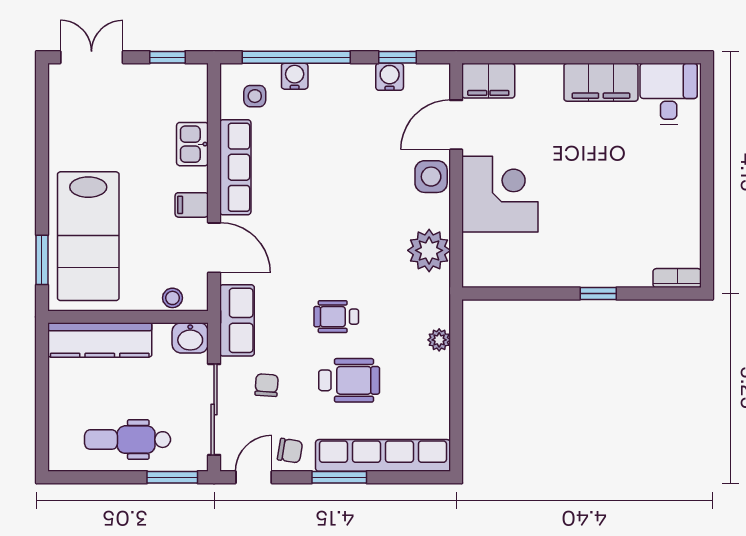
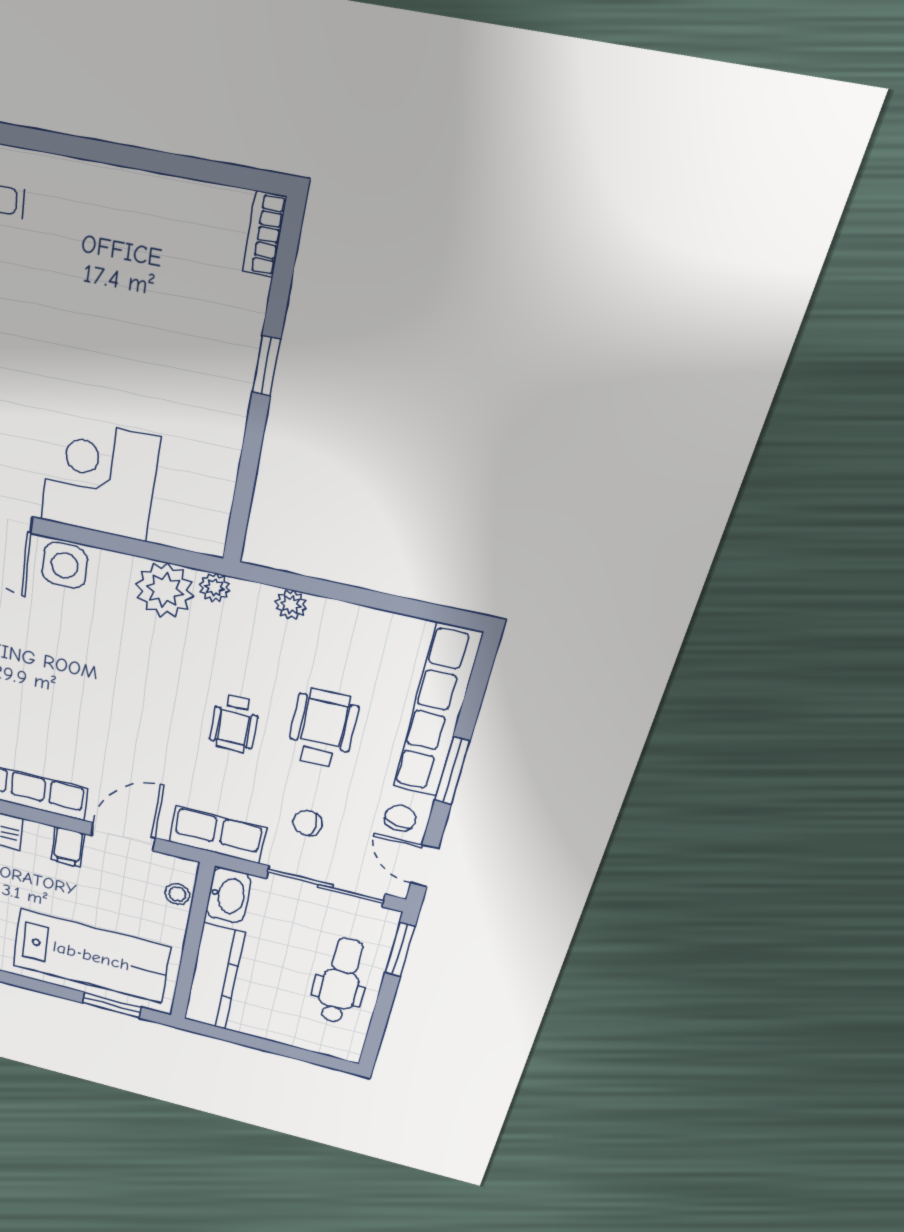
plant: (439, 285) -> (214, 587), added
washbasin: (190, 338) -> (228, 895), width x1.38
dental chair: (128, 440) -> (341, 981), turned 180

